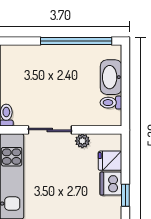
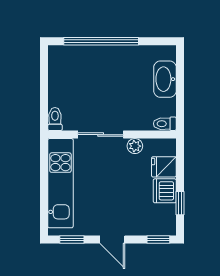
window: (76, 41) -> (101, 41), moved
toilet: (111, 103) -> (165, 124), moved

